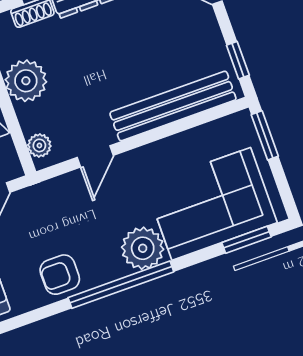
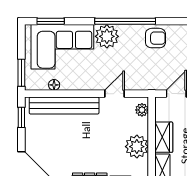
floor lamp: (202, 135) -> (54, 85), added

